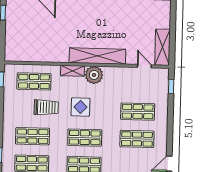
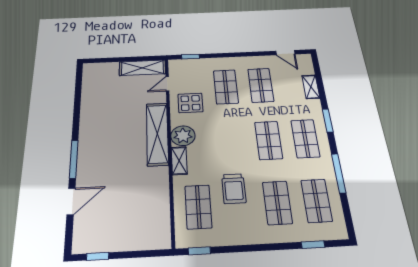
trolley: (46, 107) -> (234, 189), turned 180
display table: (80, 107) -> (190, 103), moved

